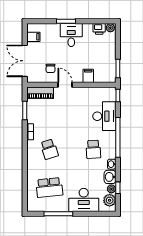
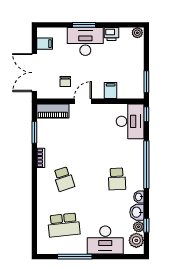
printer: (99, 29) -> (111, 34), moved
desk: (71, 35) -> (85, 41), width x1.37
door: (65, 85) -> (83, 101), hinge flipped
desk: (104, 116) -> (130, 121), moved

